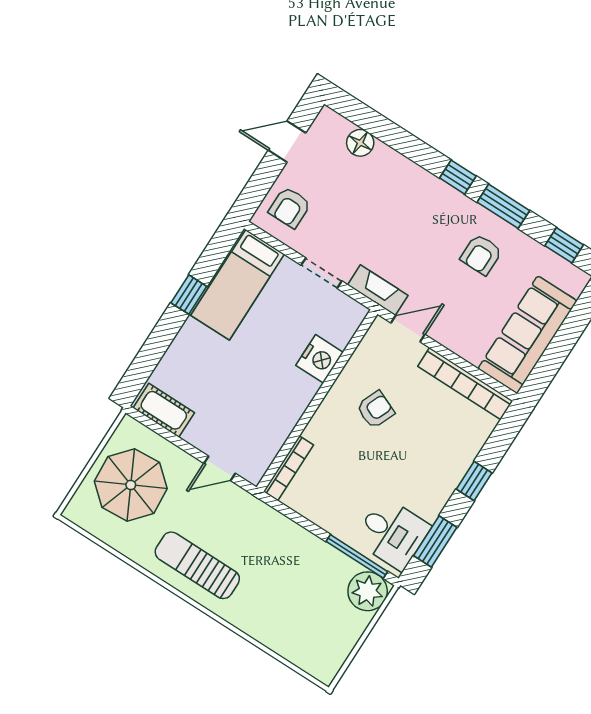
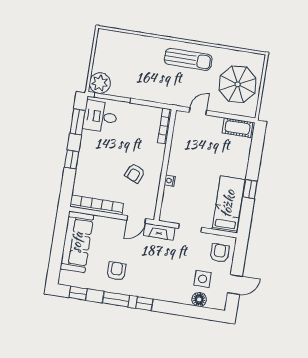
side table: (339, 176) -> (203, 279), added
nightstand: (319, 359) -> (170, 181), width x0.53, depth x0.56

